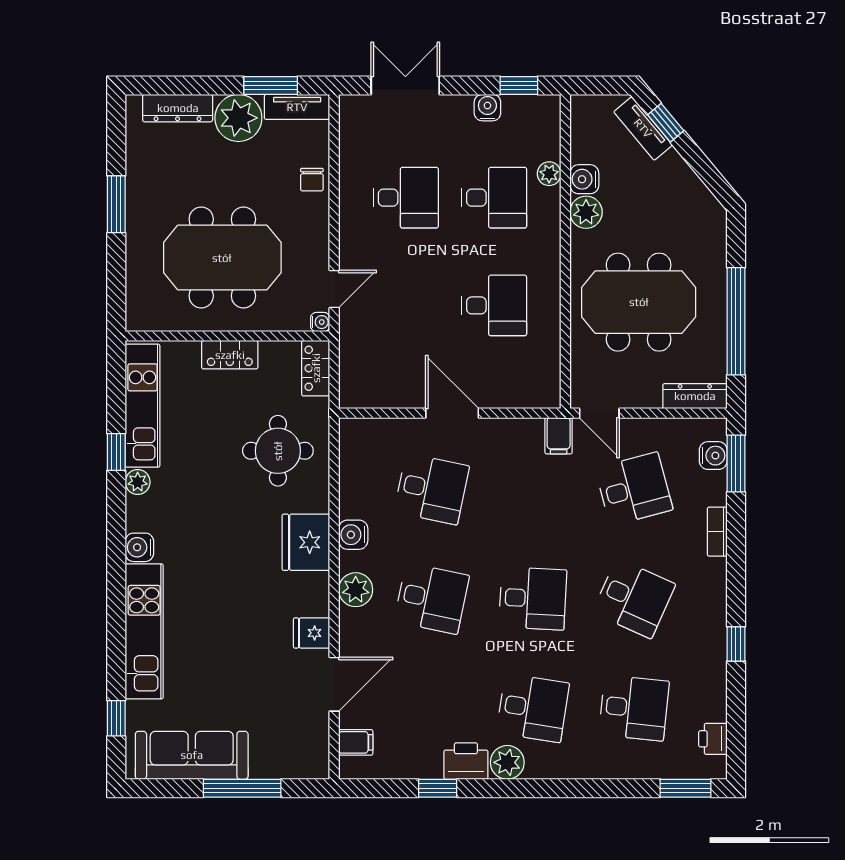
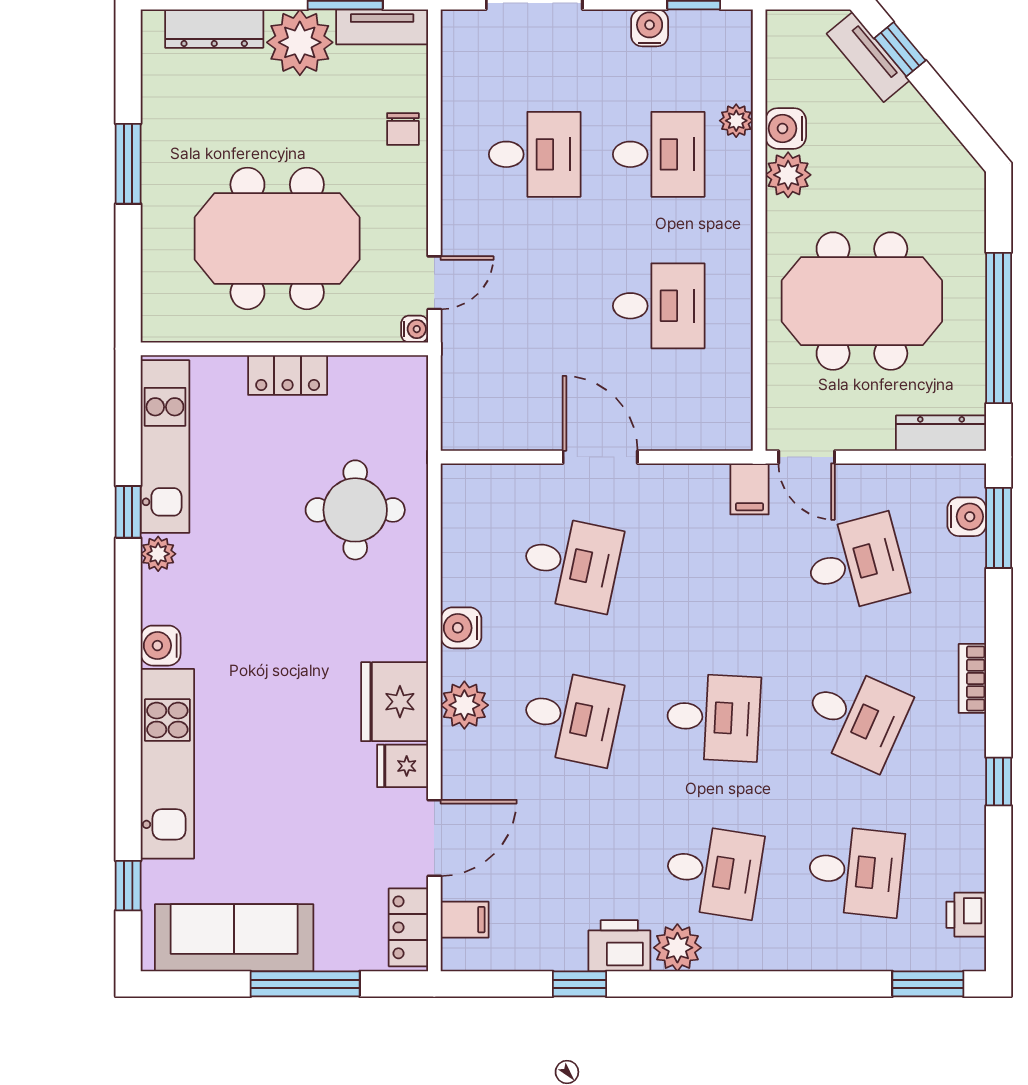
locker: (316, 368) -> (408, 927), moved
bookcase: (717, 532) -> (972, 678), moved
fridge: (306, 542) -> (395, 702), moved

